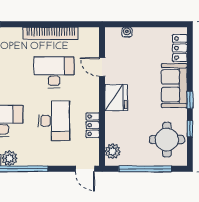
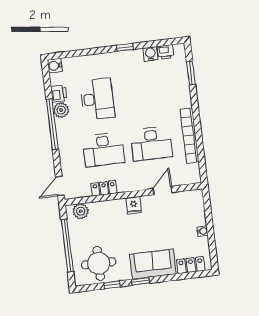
water cooler: (127, 32) -> (202, 231), moved
desk: (54, 72) -> (152, 144), turned 90
fridge: (116, 98) -> (134, 205), width x0.53, depth x0.75

